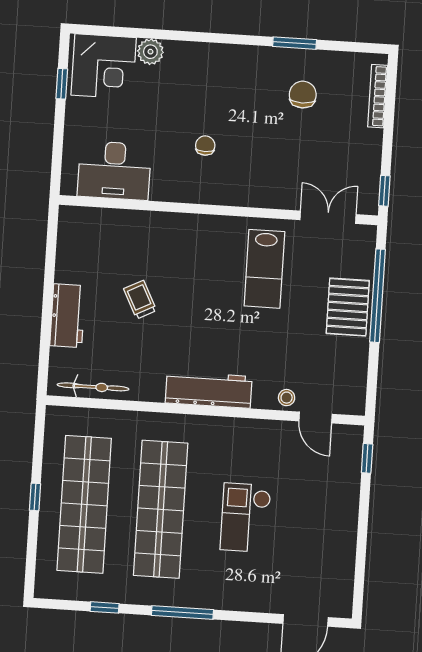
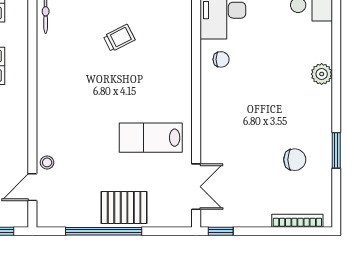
plant: (150, 52) -> (322, 74), moved
chair: (205, 146) -> (221, 59), moved
window: (378, 296) -> (104, 231), moved
workbench: (209, 390) -> (49, 99), removed

